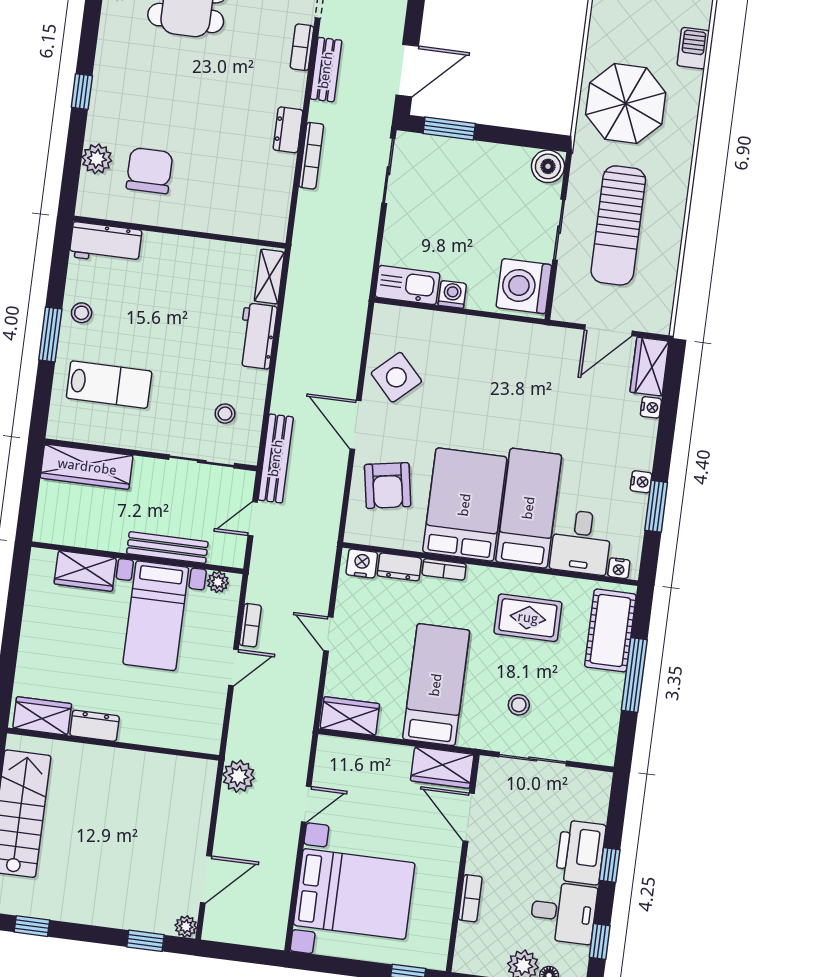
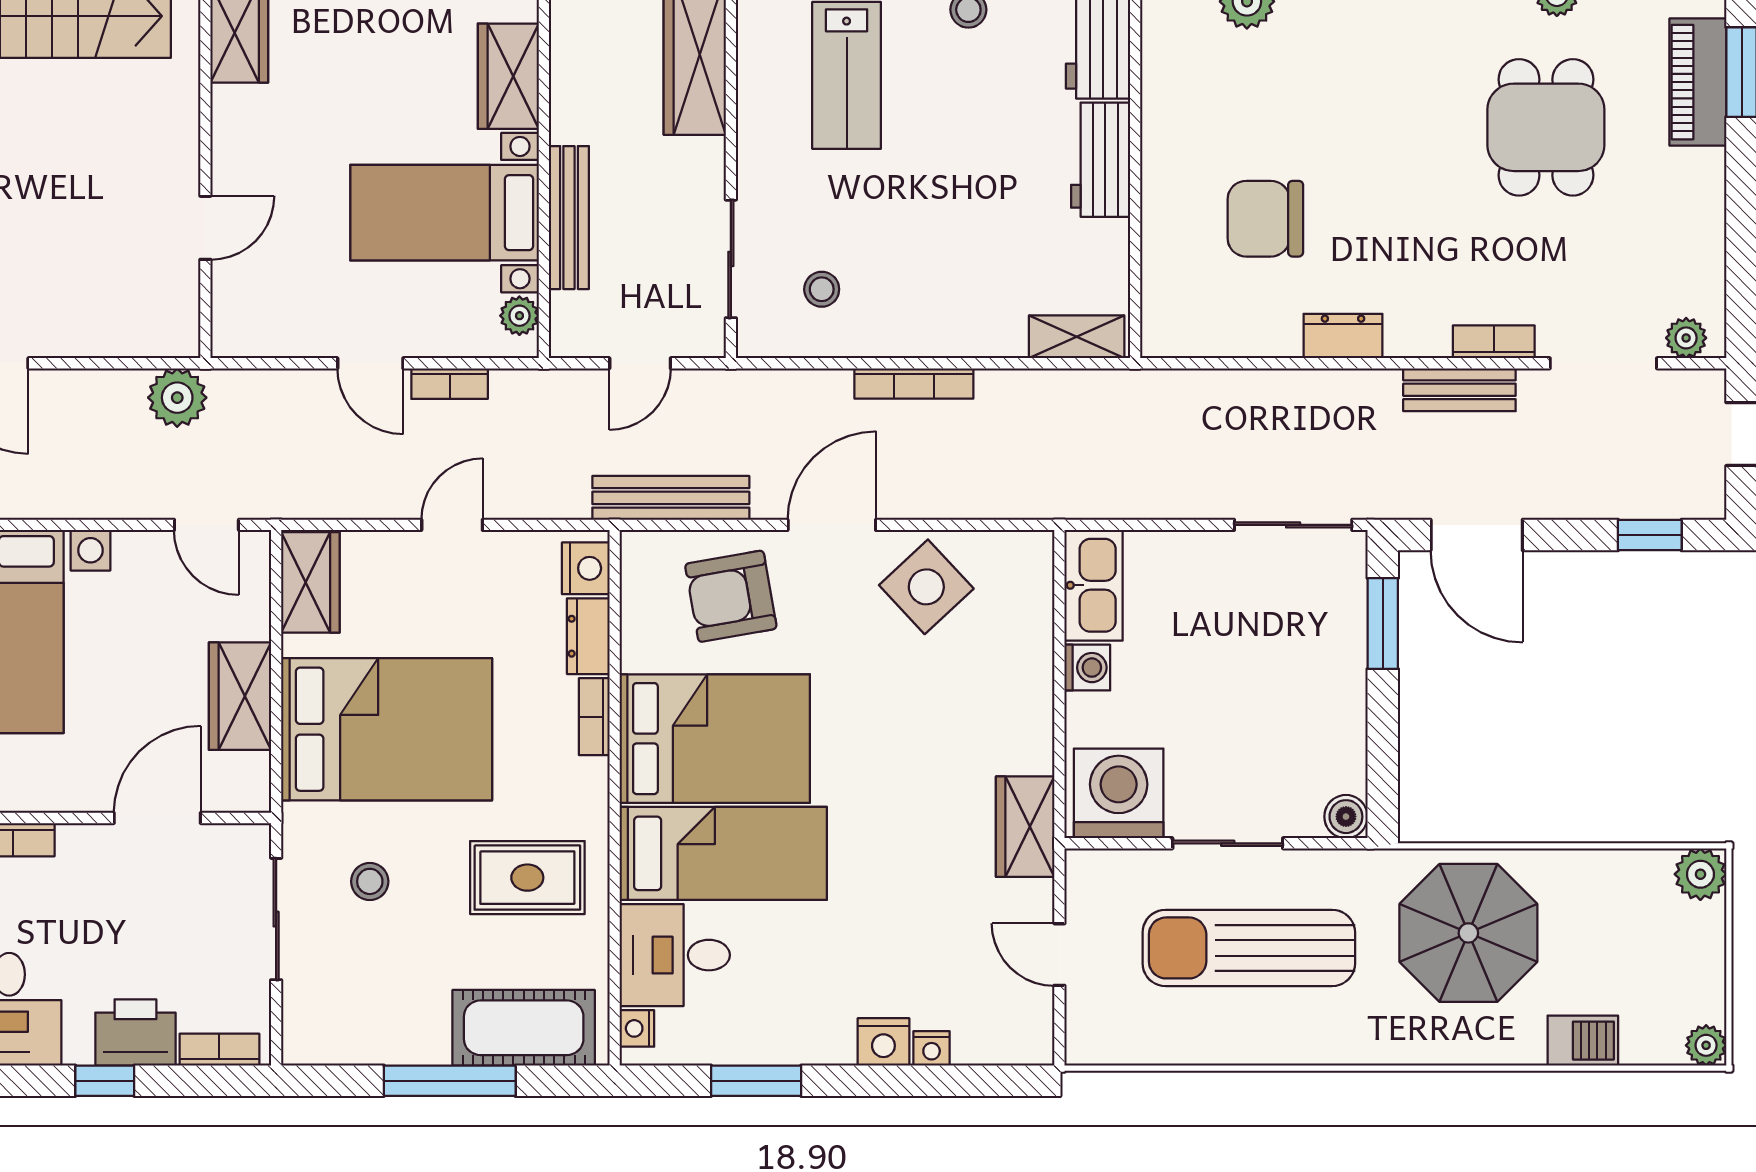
bookcase: (311, 156) -> (914, 383), moved
boiler: (548, 166) -> (1346, 817), width x0.73, depth x0.73
chair: (149, 171) -> (1265, 219), moved, turned 180
door: (608, 330) -> (1059, 955), width x0.73
workbench: (257, 336) -> (1101, 160), moved, turned -90
wardrobe: (649, 367) -> (1025, 827), moved, turned -90
bench: (276, 458) -> (671, 498), moved
nightstand: (641, 482) -> (883, 1042), moved, width x1.39, depth x1.35
door: (253, 519) -> (640, 363), swing flipped
rug: (528, 618) -> (527, 878), turned 90
bed: (436, 685) -> (387, 729), width x1.50
dresser: (95, 726) -> (234, 129), removed
door: (147, 749) -> (205, 228), added
wardrobe: (442, 768) -> (240, 696), moved
bookcase: (601, 800) -> (219, 1050), added
door: (306, 804) -> (206, 525), moved
printer: (581, 852) -> (135, 1032), width x0.73, depth x0.84

